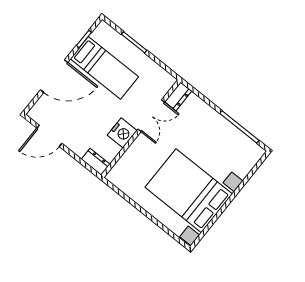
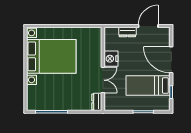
door: (54, 76) -> (171, 60), hinge flipped
double door: (151, 116) -> (103, 80), swing flipped
dresser: (96, 162) -> (127, 32), moved

